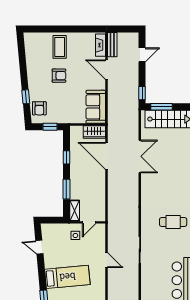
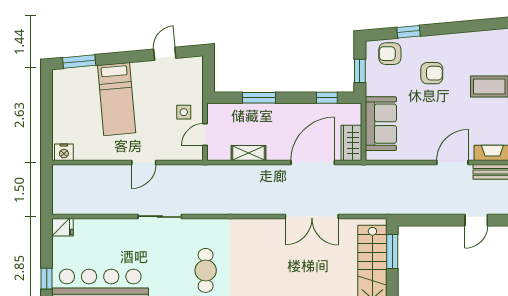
door: (142, 55) -> (476, 220), hinge flipped
armchair: (59, 76) -> (432, 73), moved, turned -90
window: (142, 93) -> (414, 220), removed
sofa: (96, 107) -> (381, 124), moved, turned 90
window: (66, 157) -> (327, 98), moved
shelving: (75, 211) -> (249, 153), moved
door: (89, 222) -> (205, 135), hinge flipped

